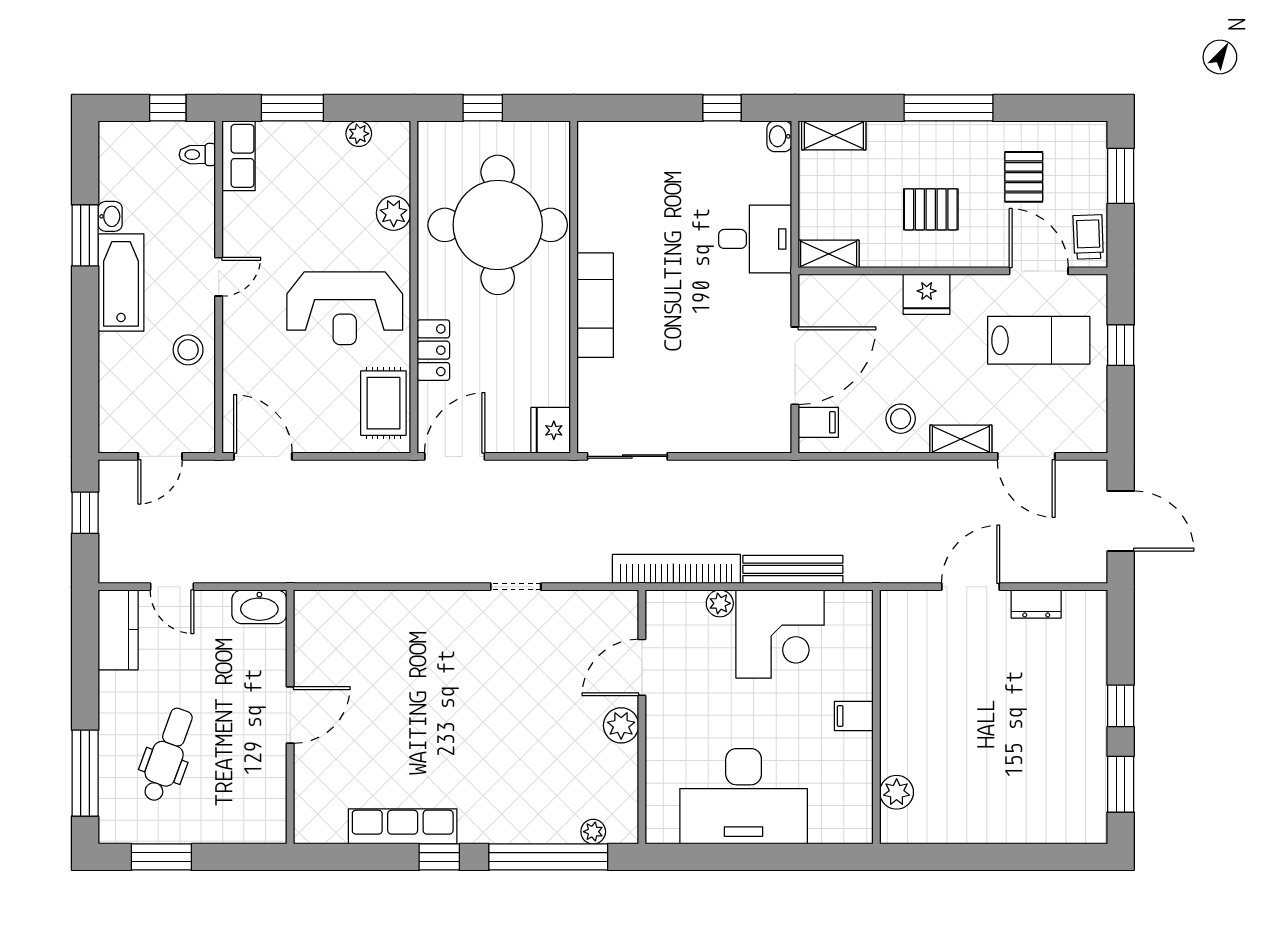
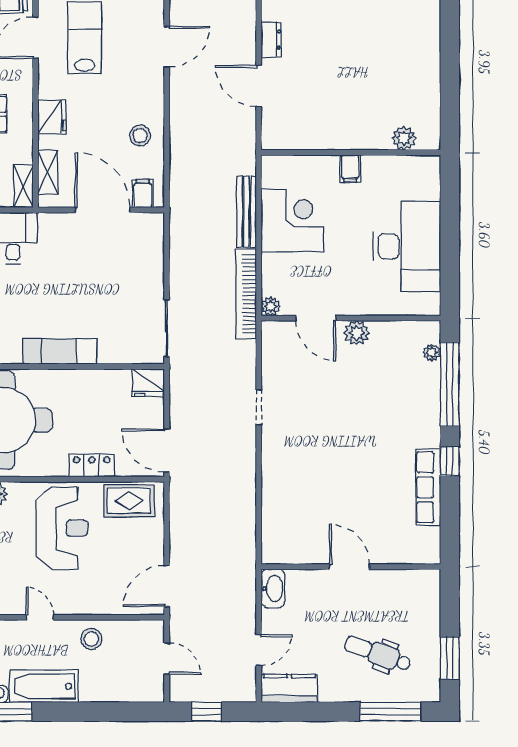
shelving: (961, 439) -> (48, 172), moved
plant: (720, 603) -> (271, 306), moved

